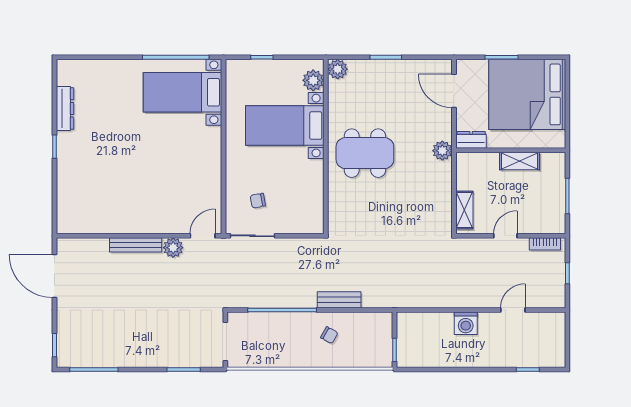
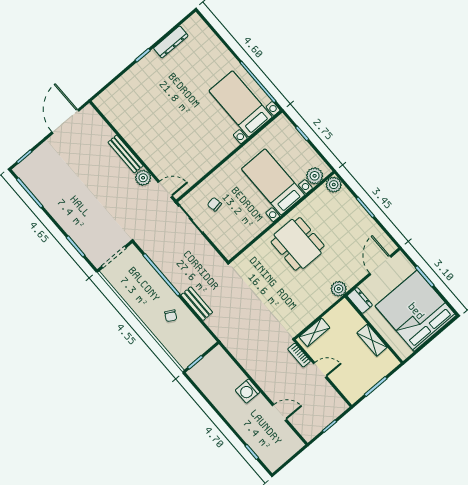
bookcase: (545, 244) -> (299, 355), moved

